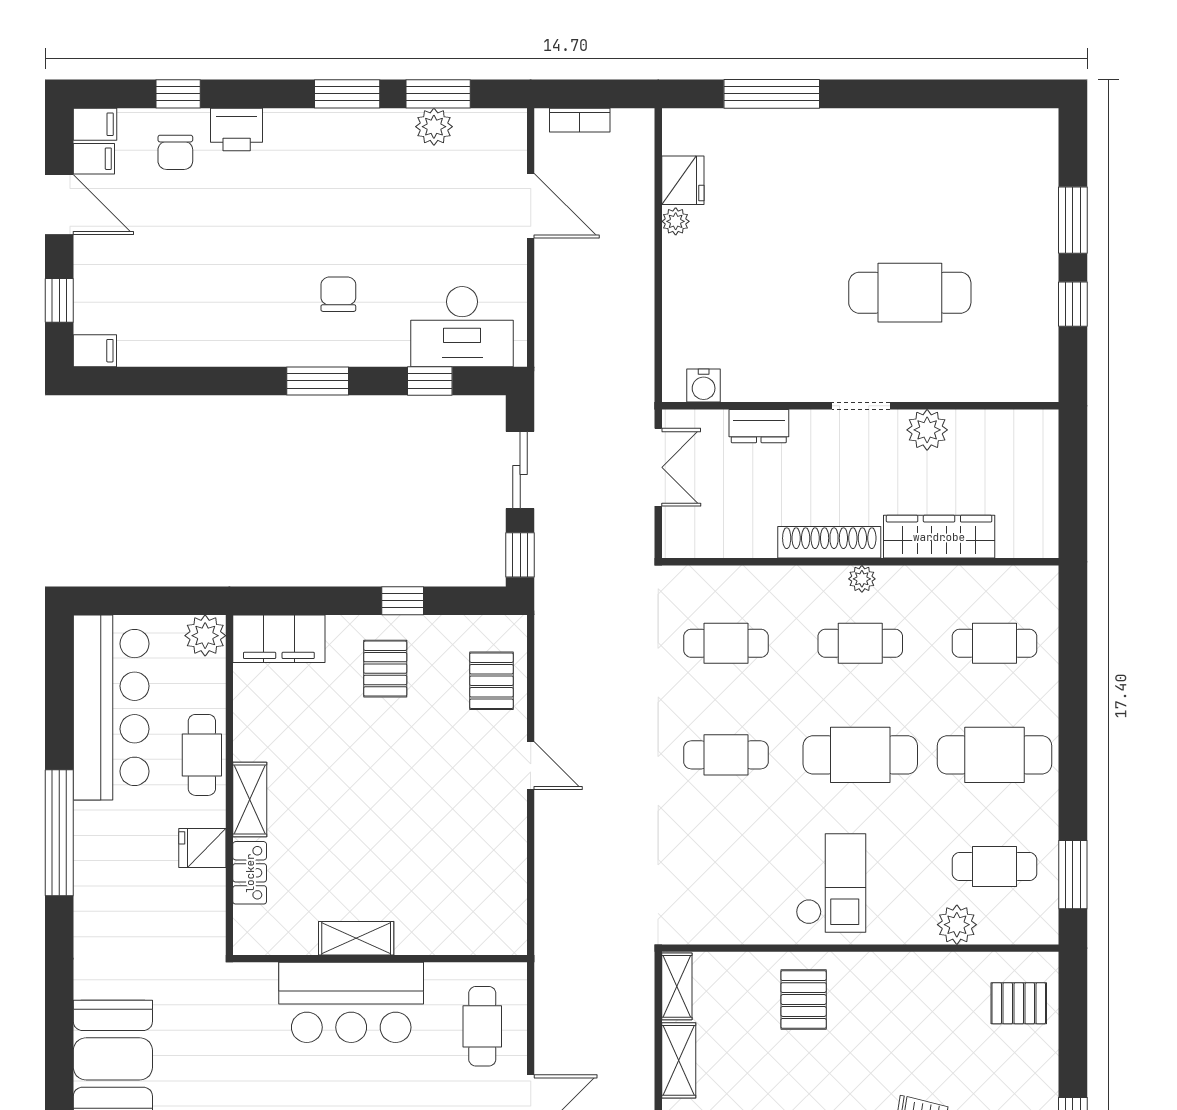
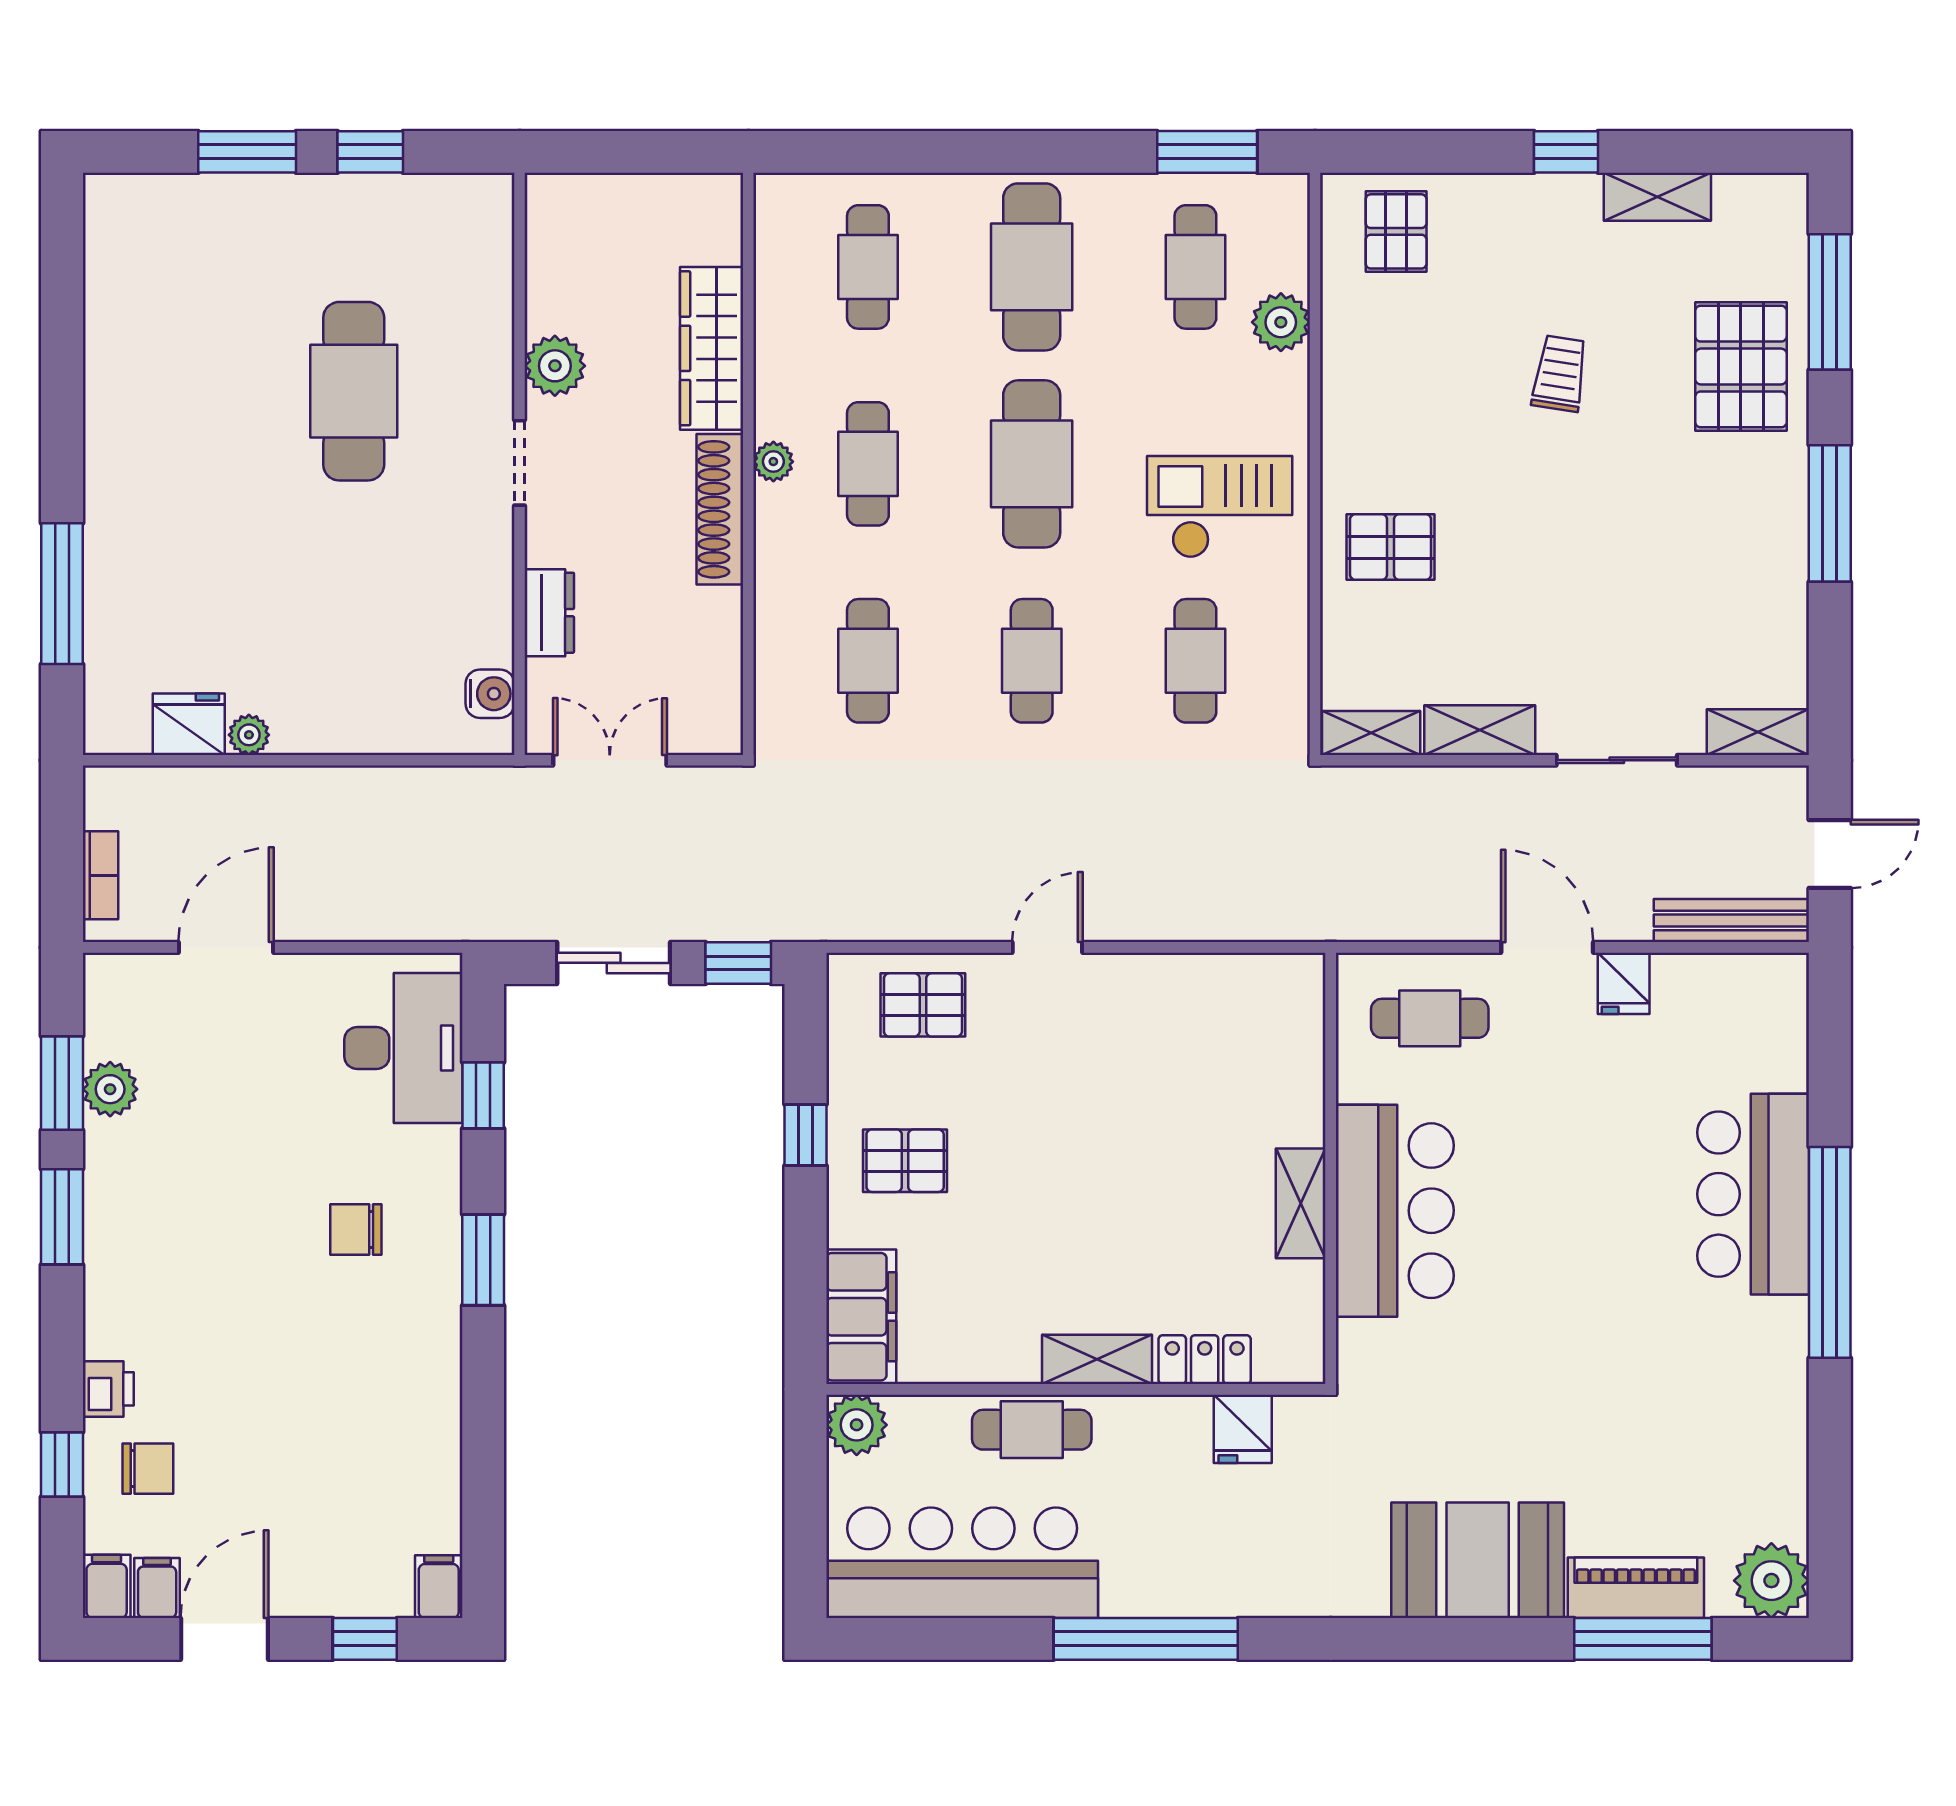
printer: (237, 130) -> (108, 1389), width x0.73, depth x0.81
fridge: (202, 848) -> (1243, 1429), moved
cafe table: (726, 867) -> (1195, 661), added

